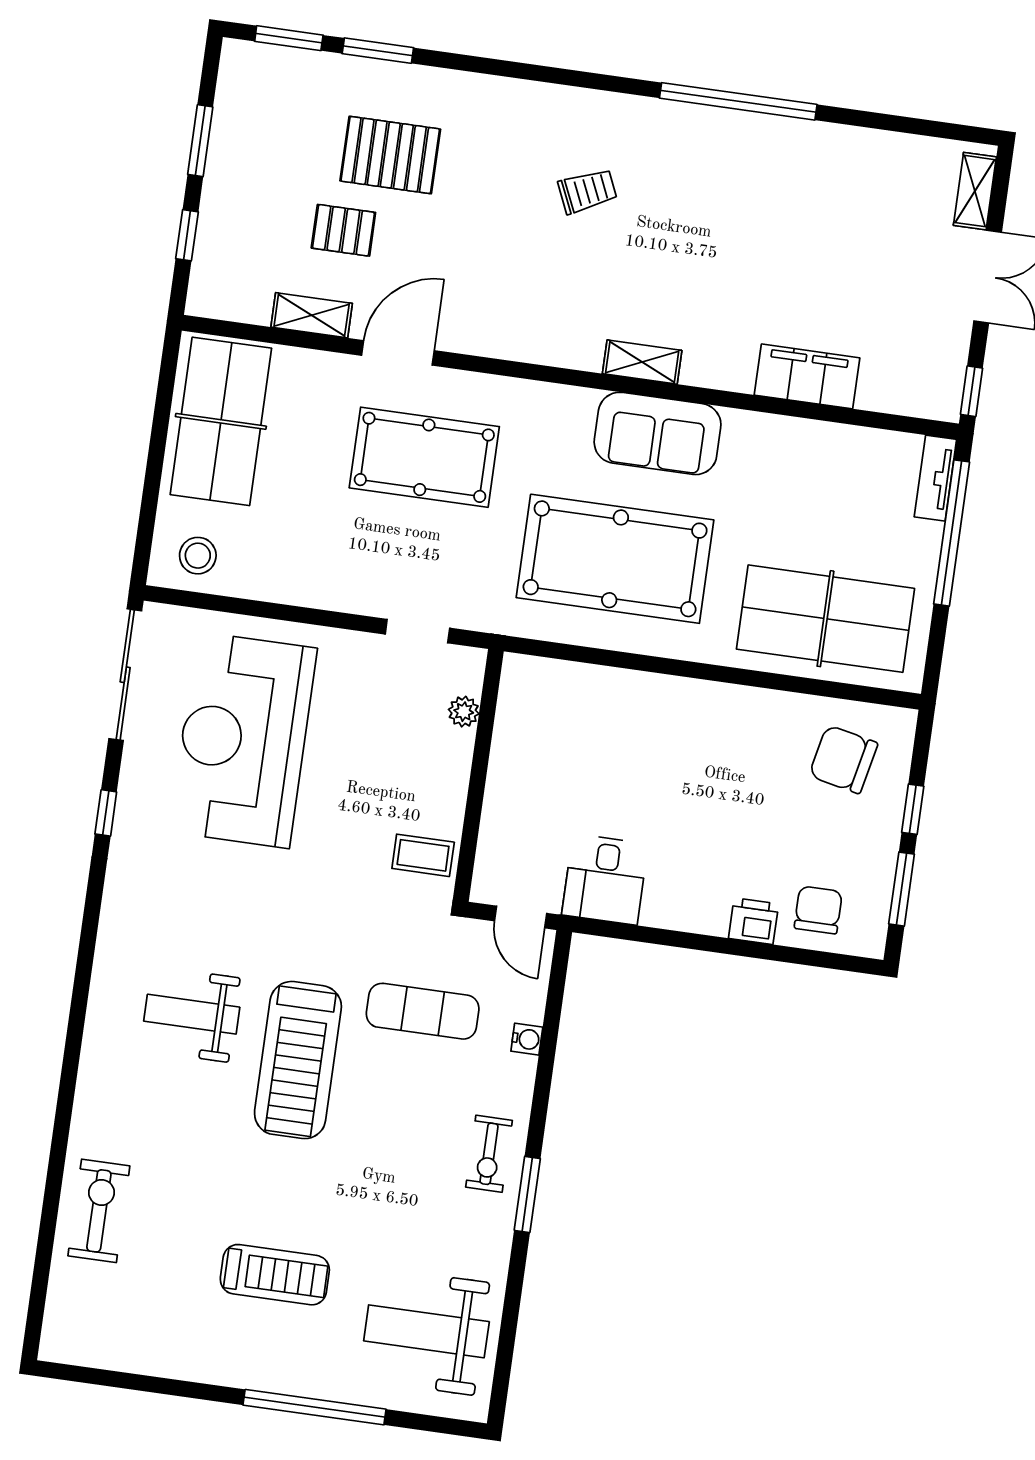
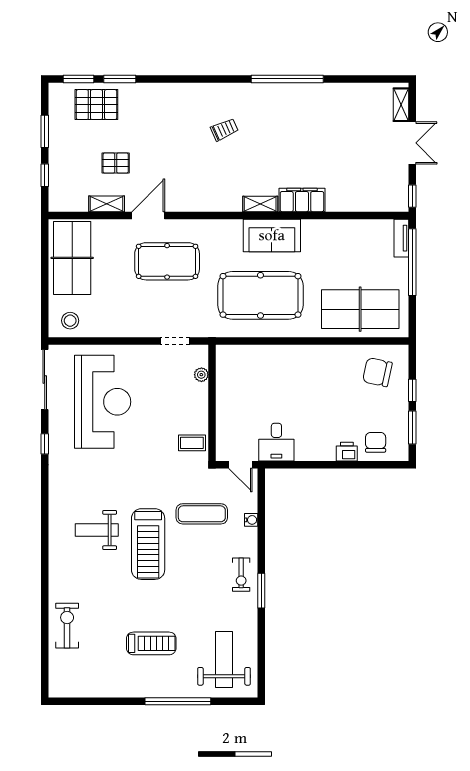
pallet: (390, 155) -> (96, 105), moved
filing cabinet: (807, 376) -> (302, 200), moved
reception desk: (243, 740) -> (103, 402), turned 180
weight bench: (426, 1331) -> (224, 659), turned 90

